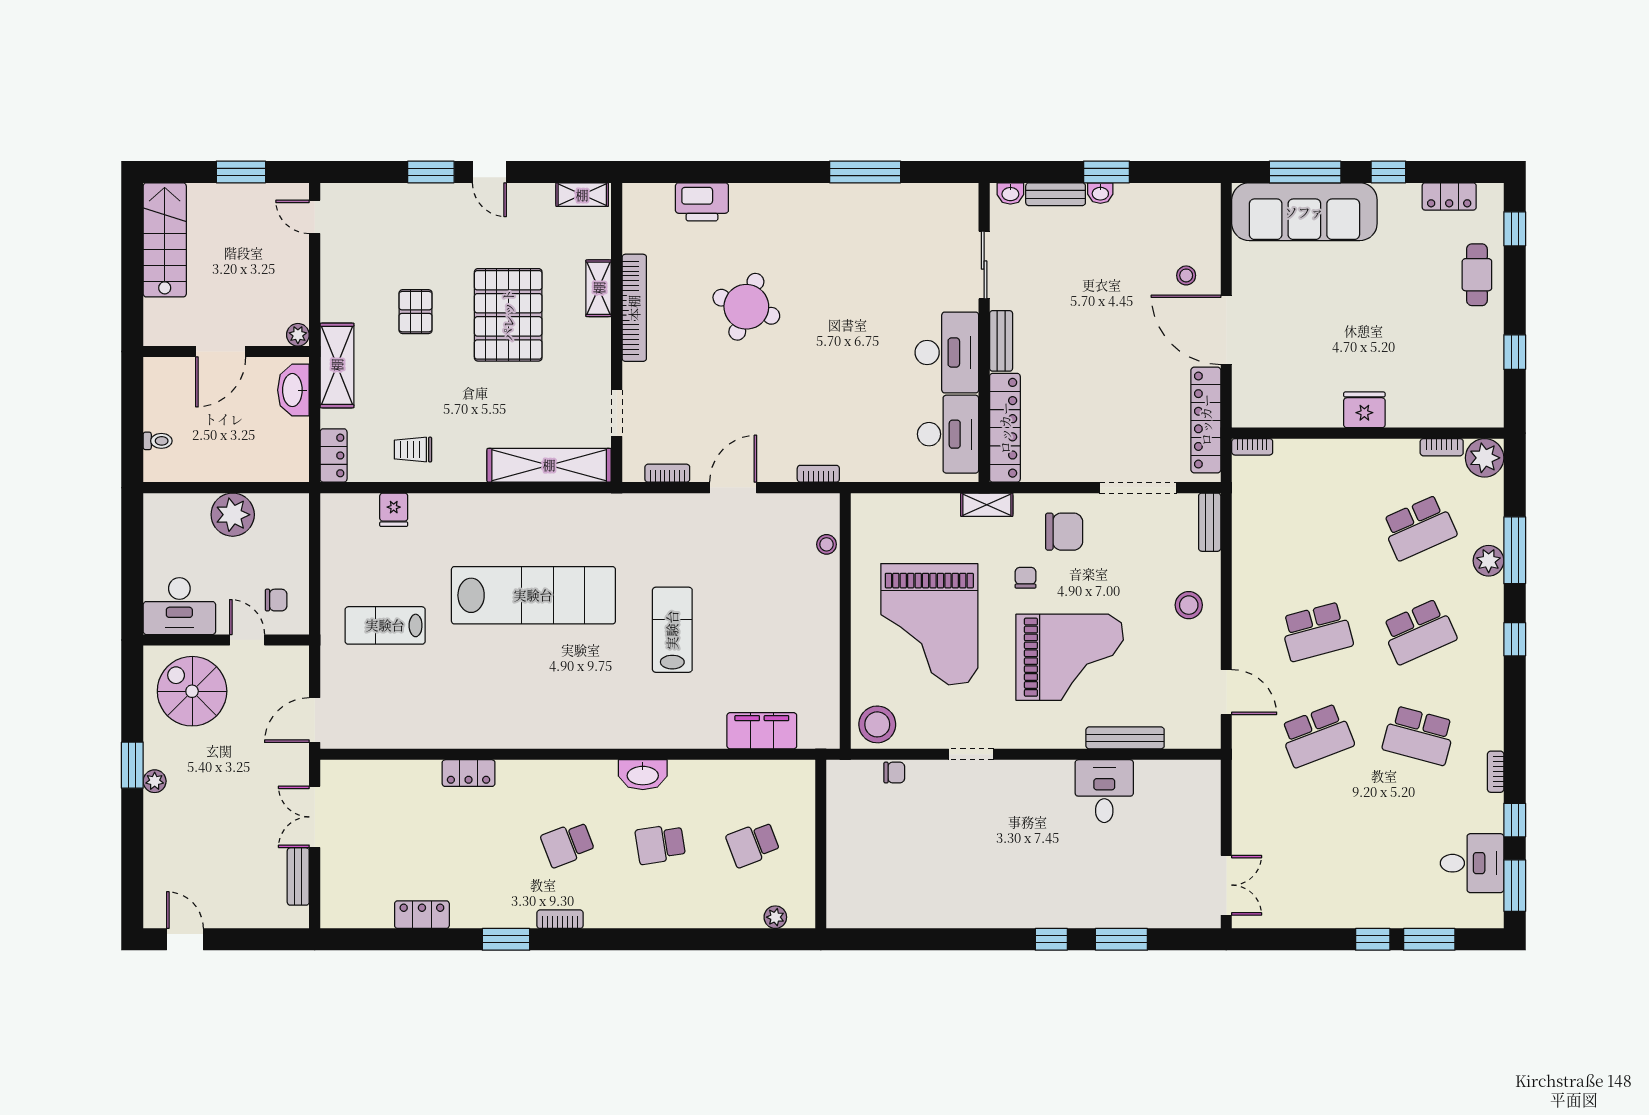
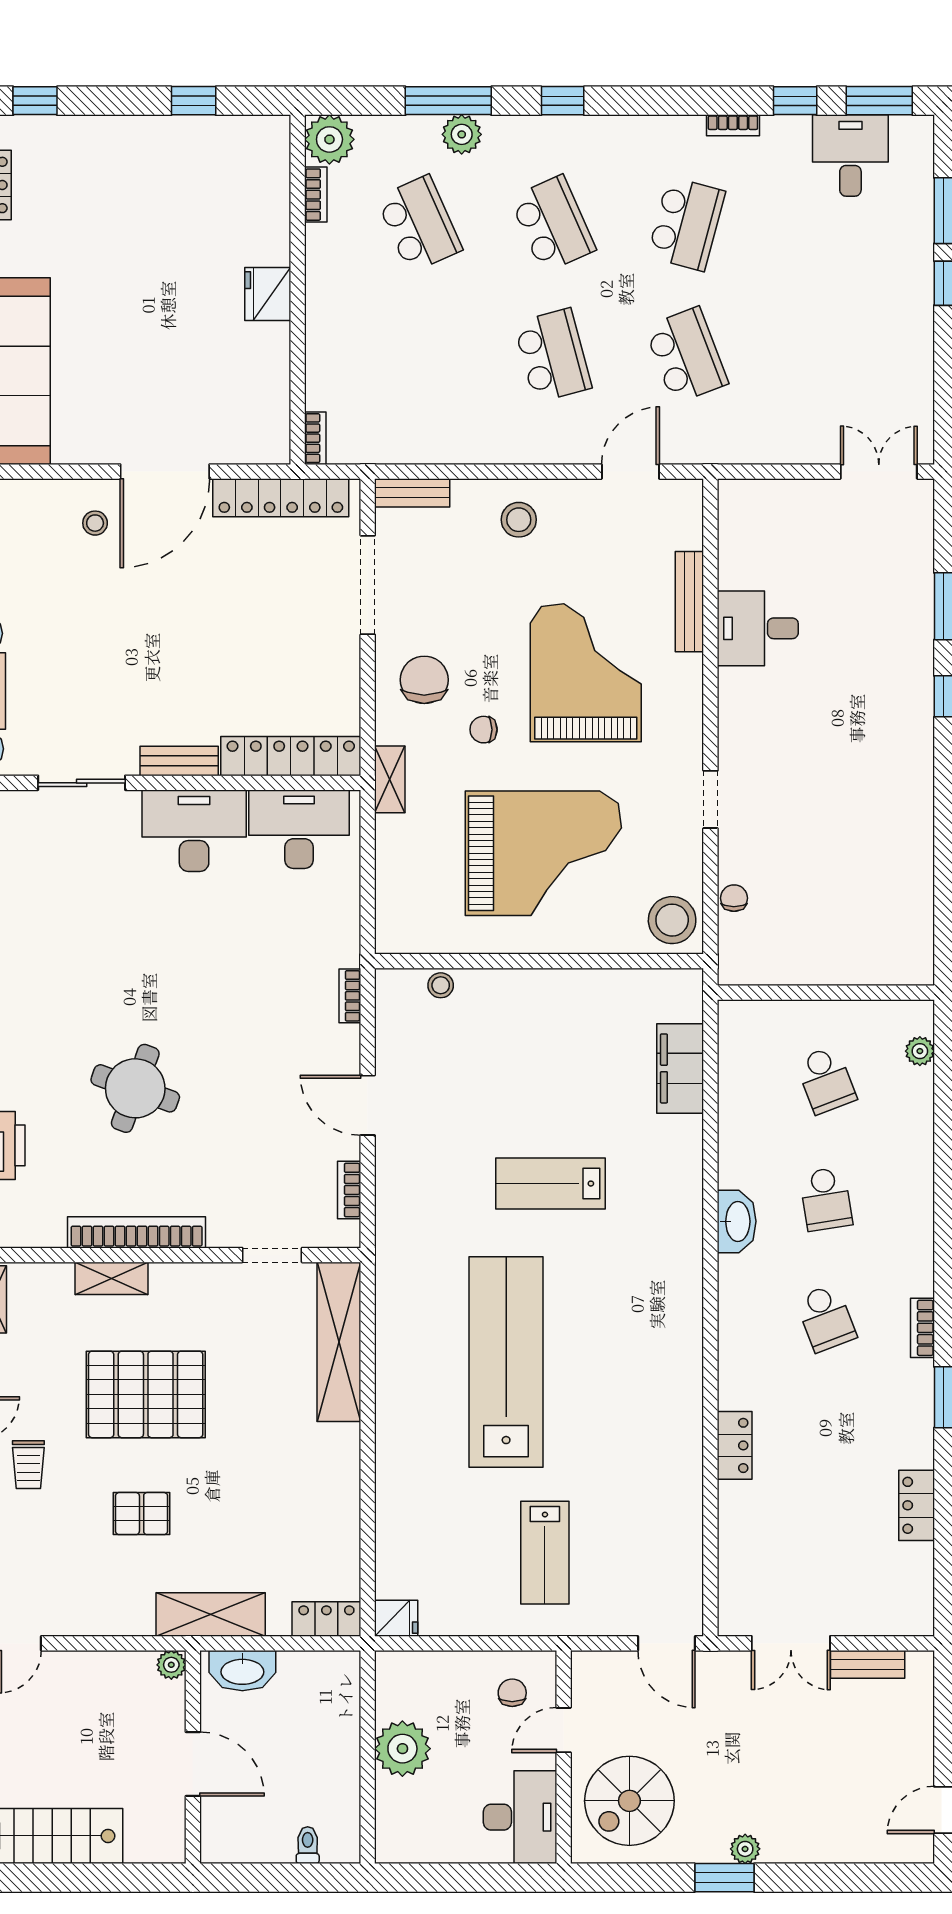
cafe table: (1477, 275) -> (94, 149), removed
trolley: (413, 450) -> (28, 1465), moved
fridge: (394, 510) -> (396, 1618), moved

